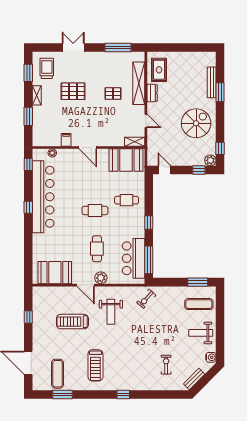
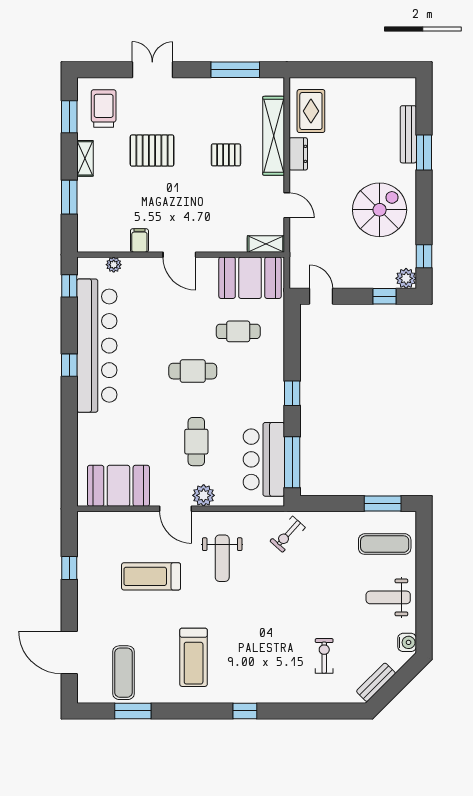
cafe table: (127, 200) -> (238, 331), moved

